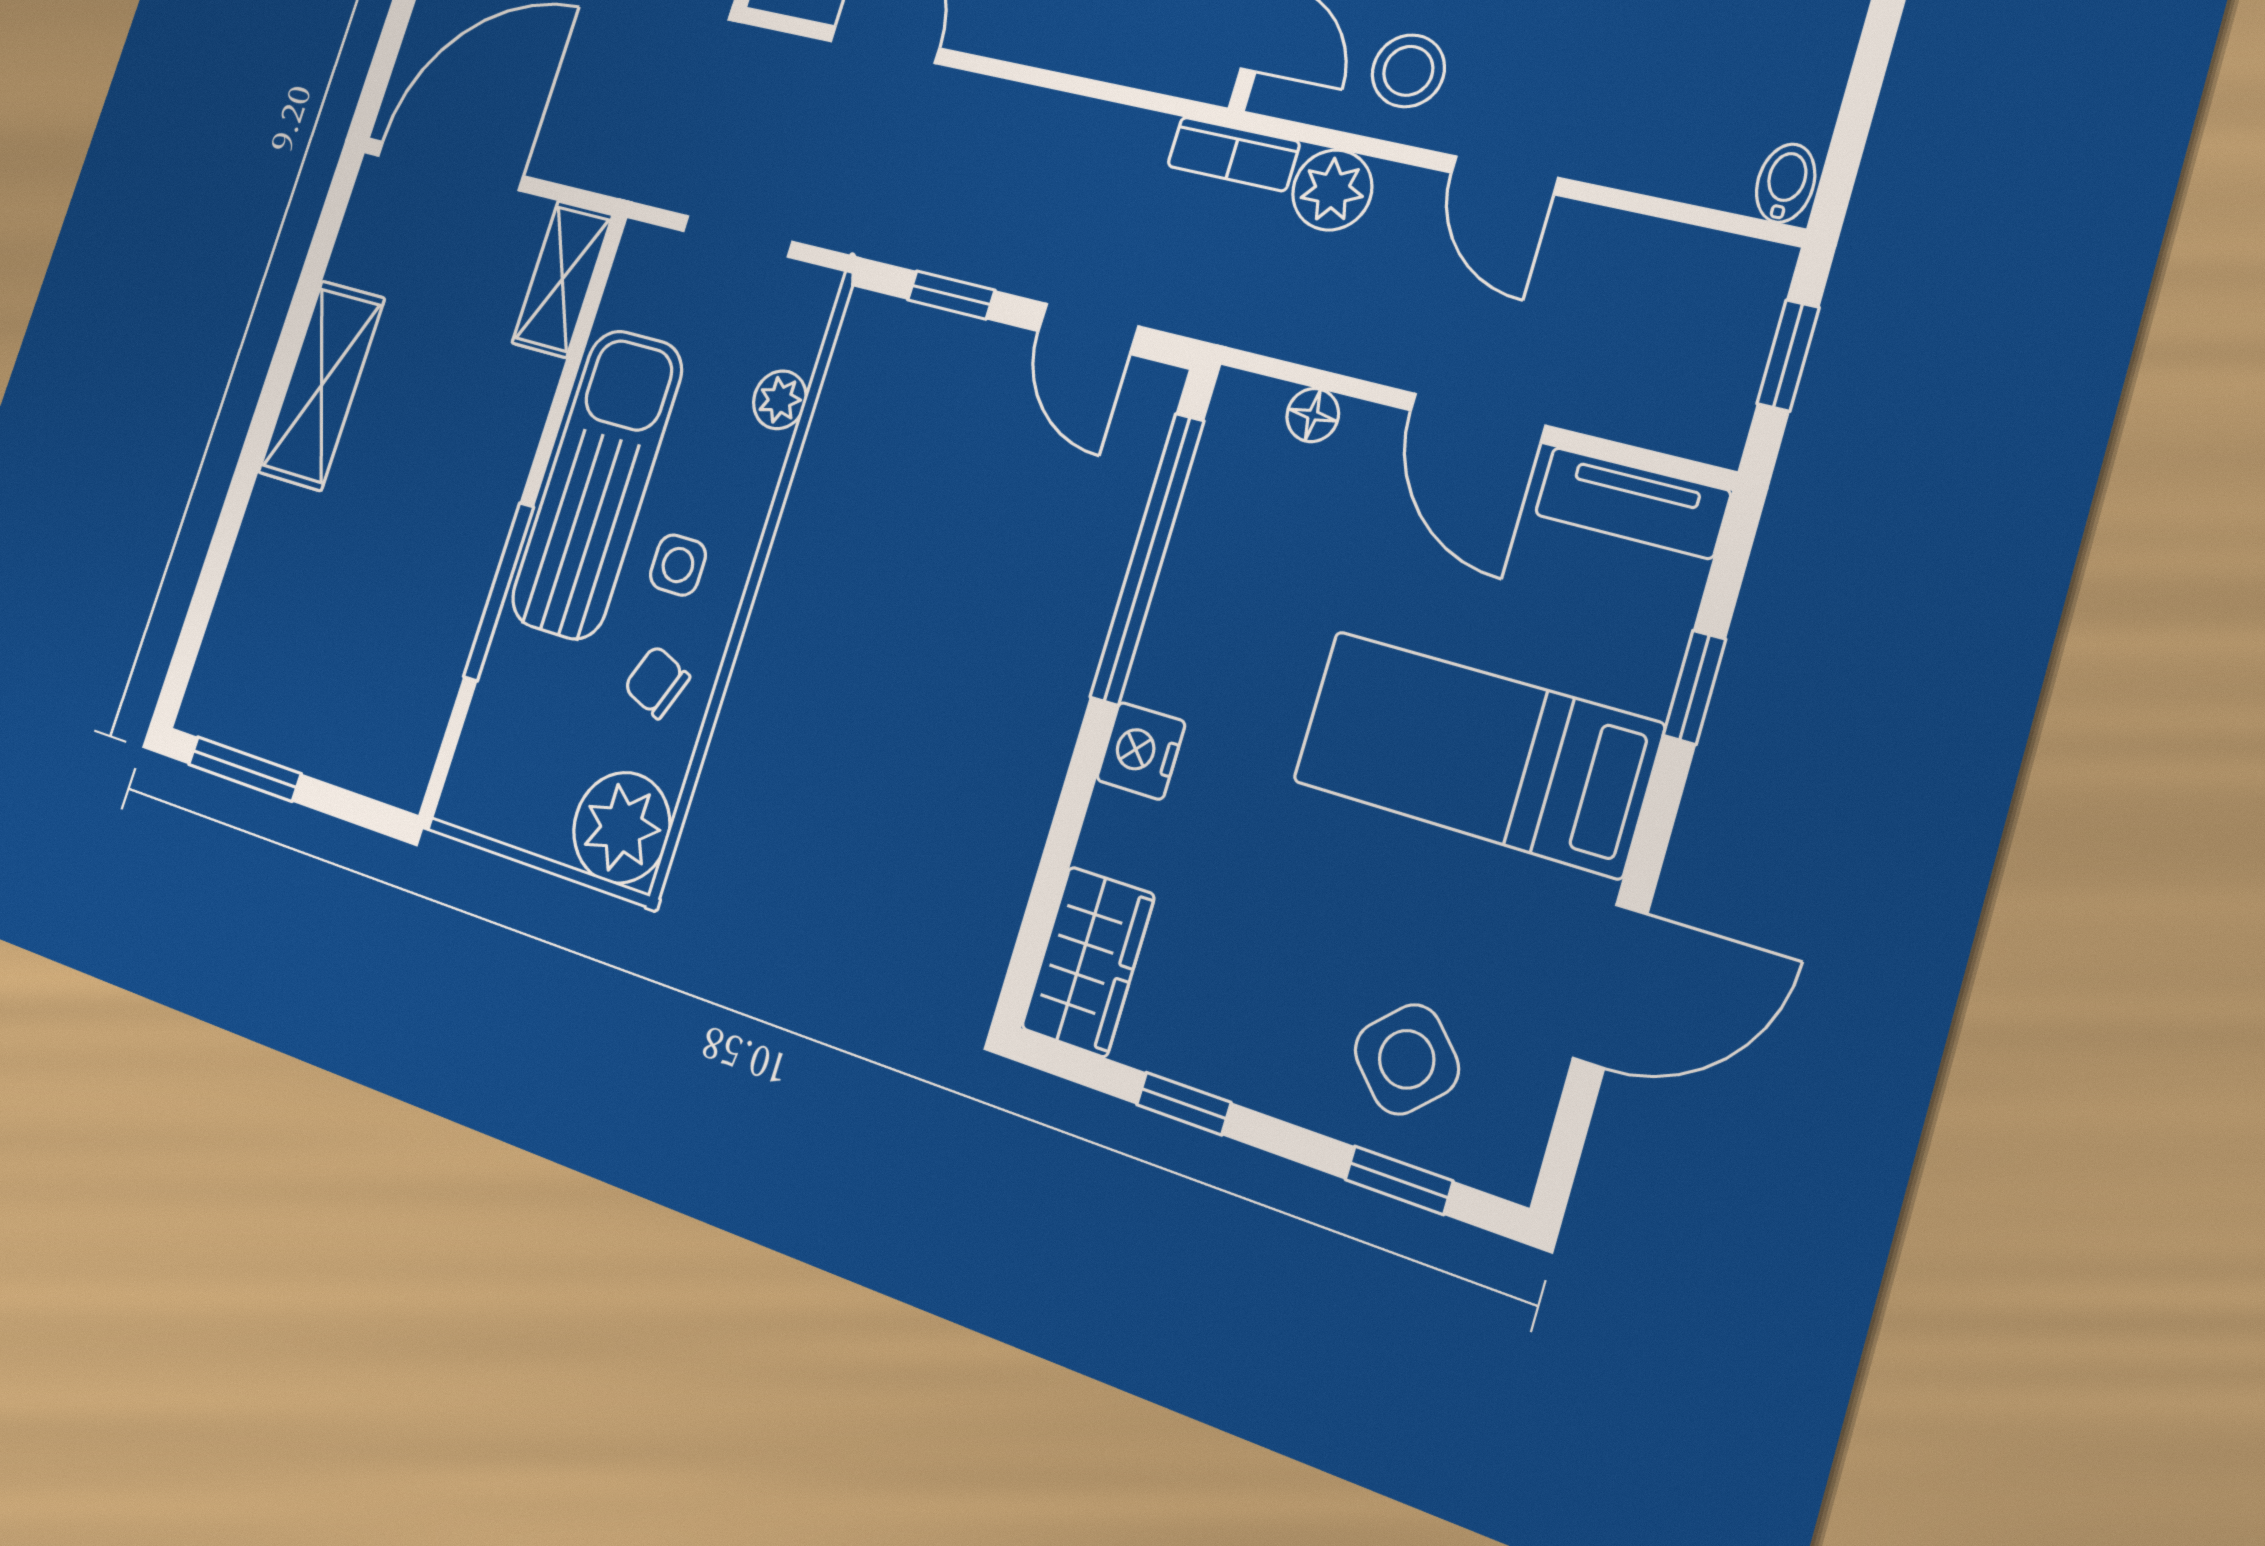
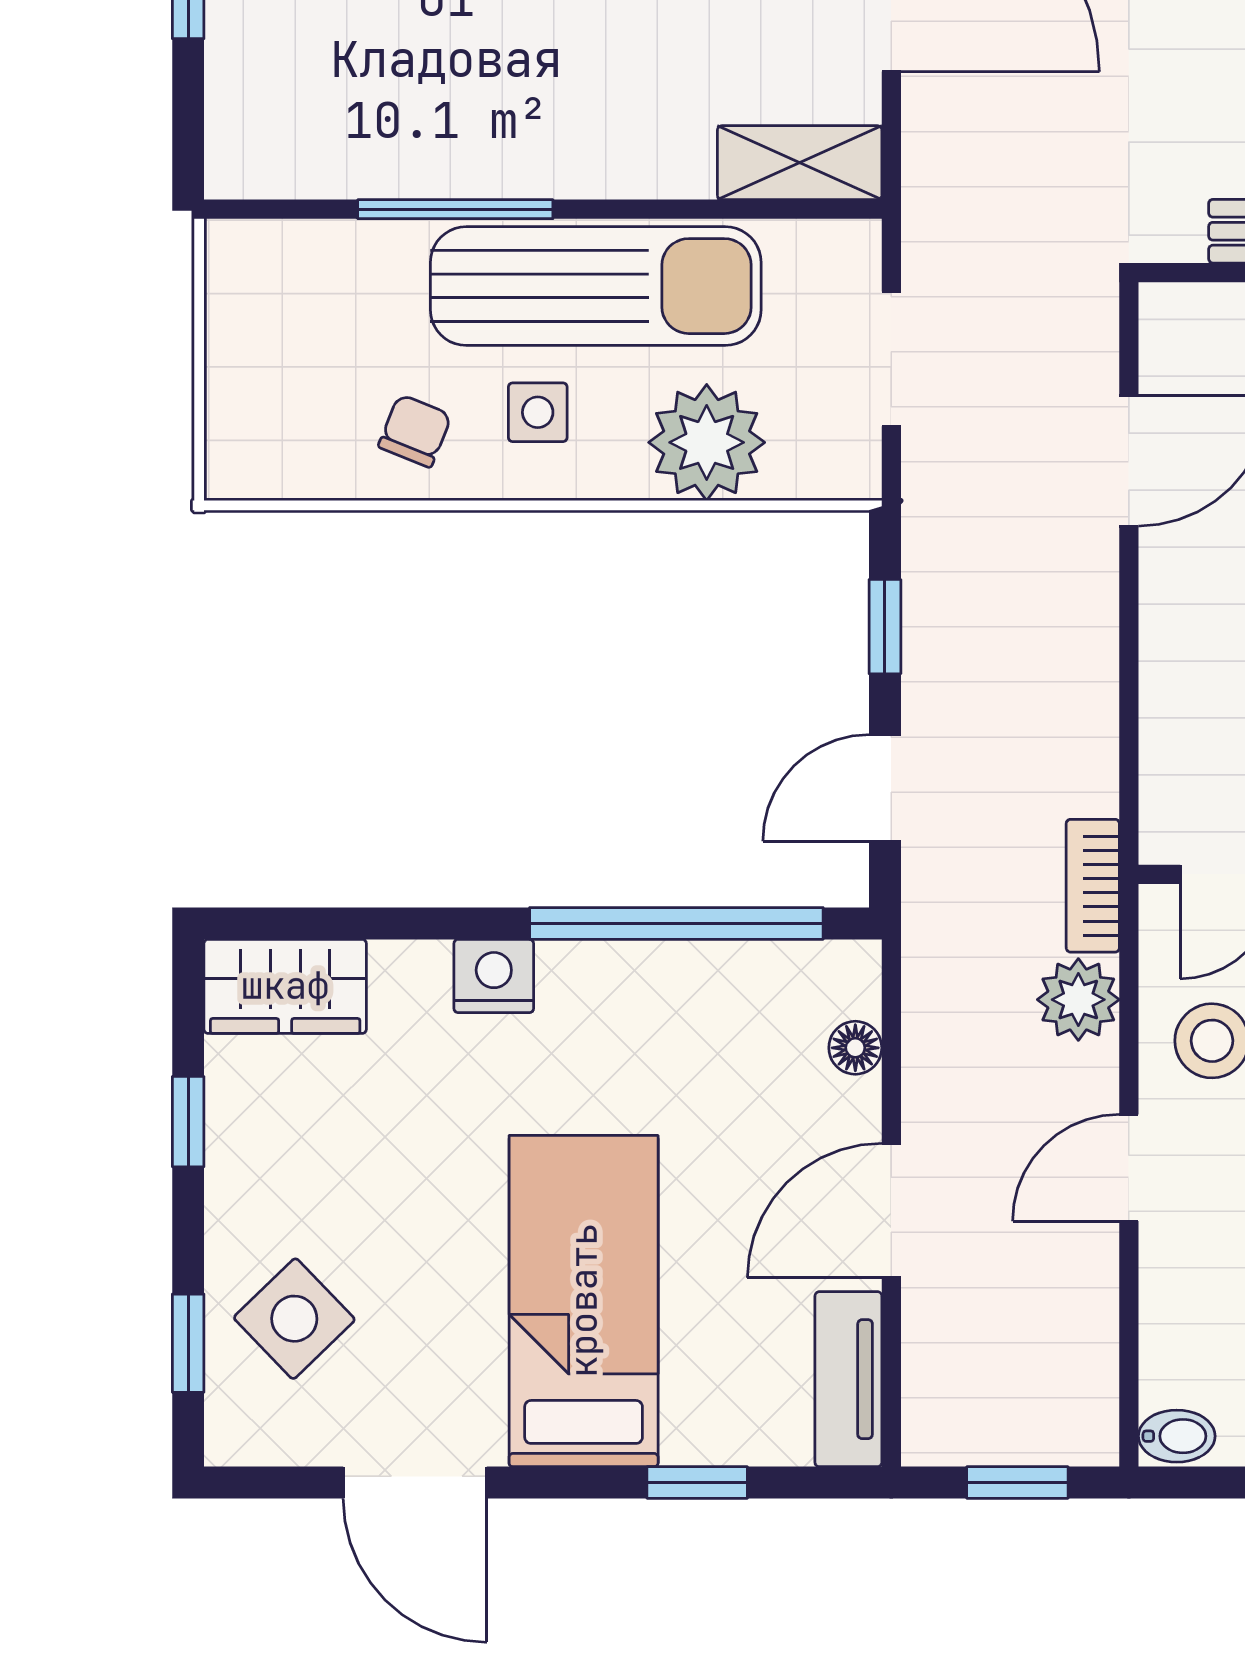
plant: (780, 400) -> (707, 442), width x1.87, depth x1.87
plant: (622, 828) -> (261, 444), removed

